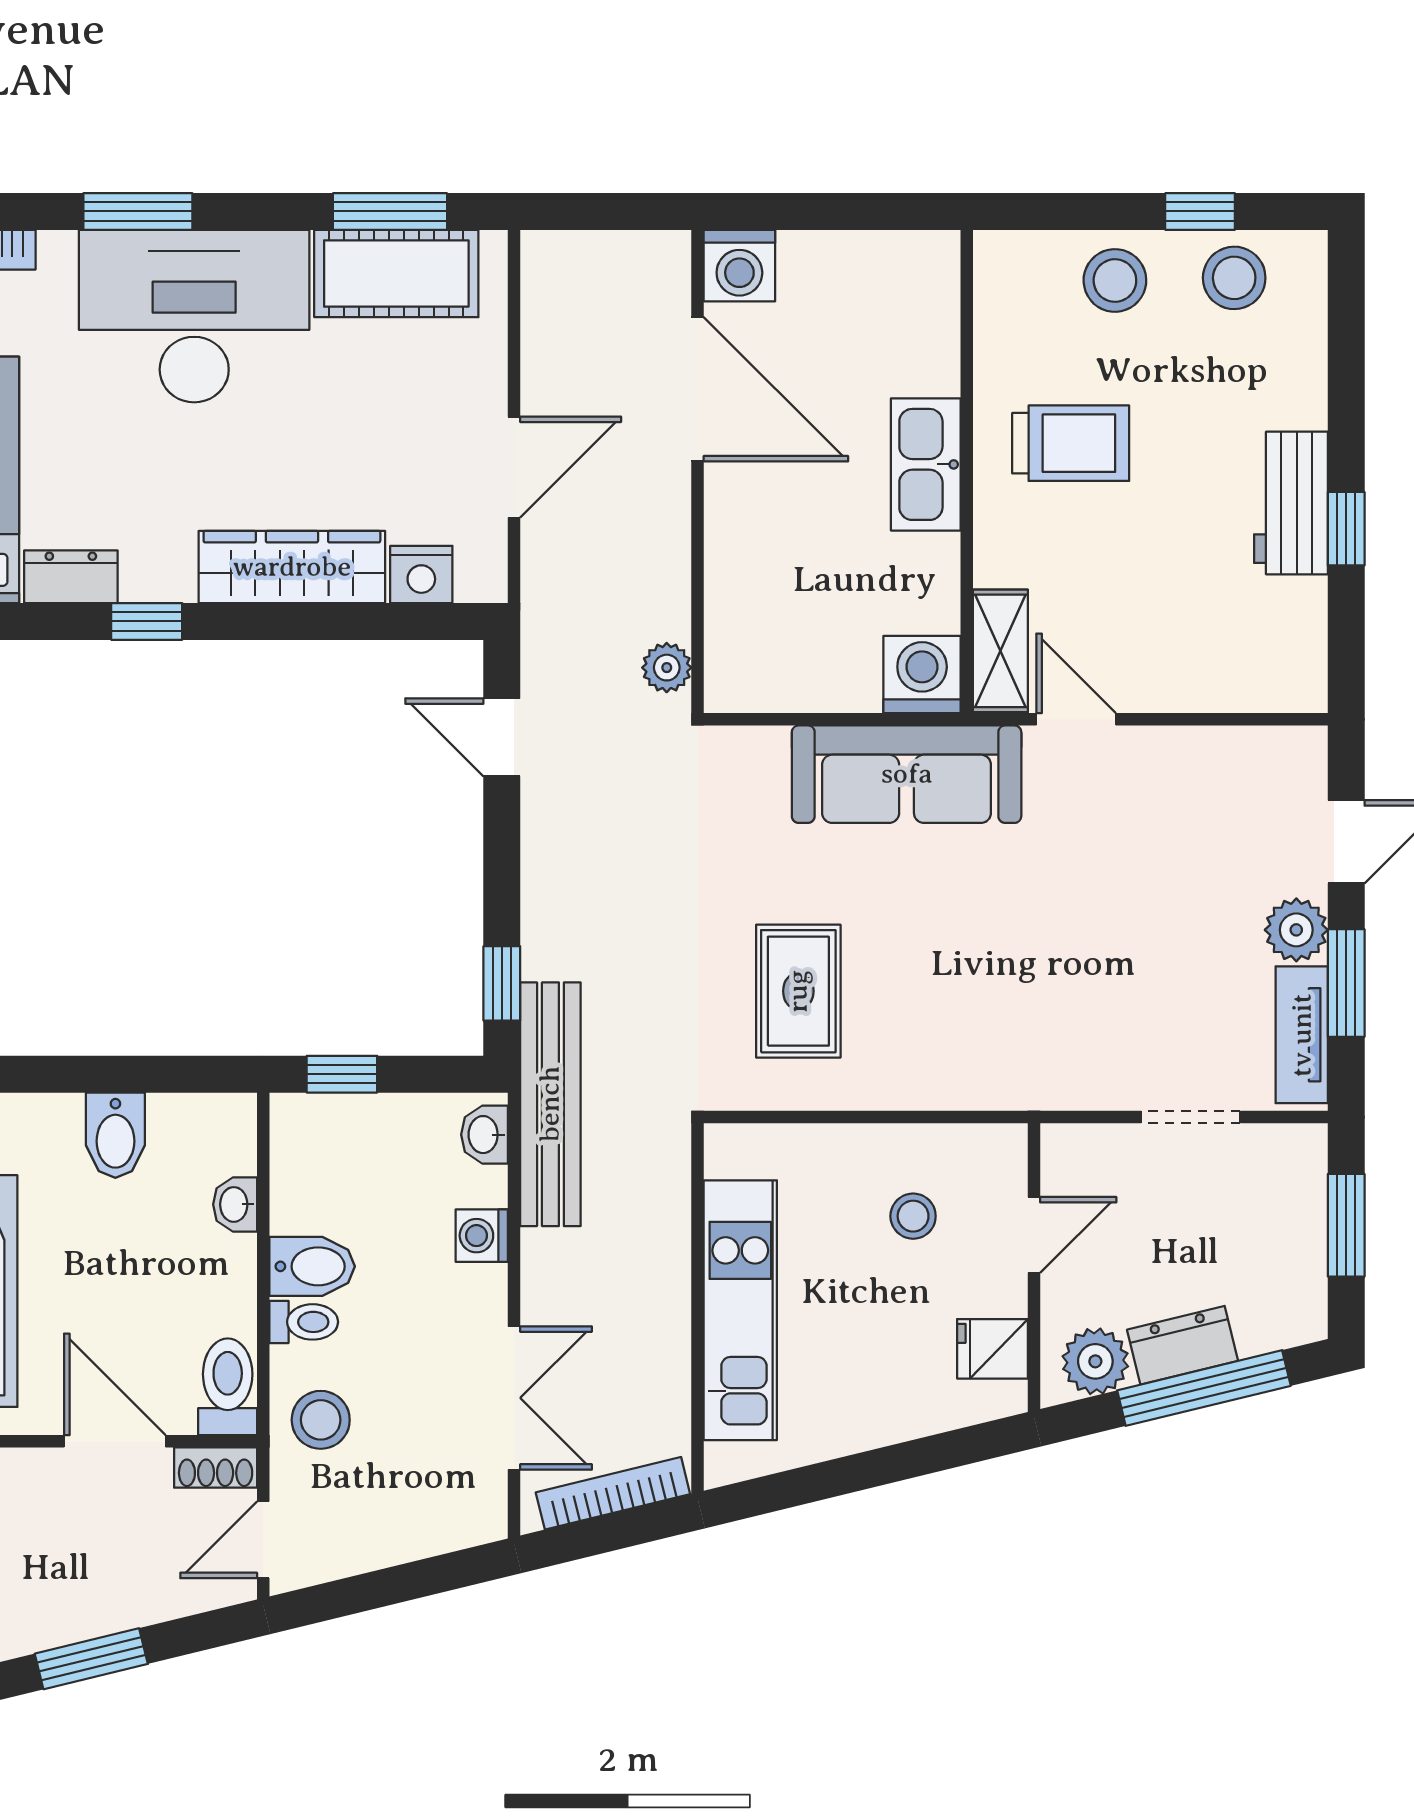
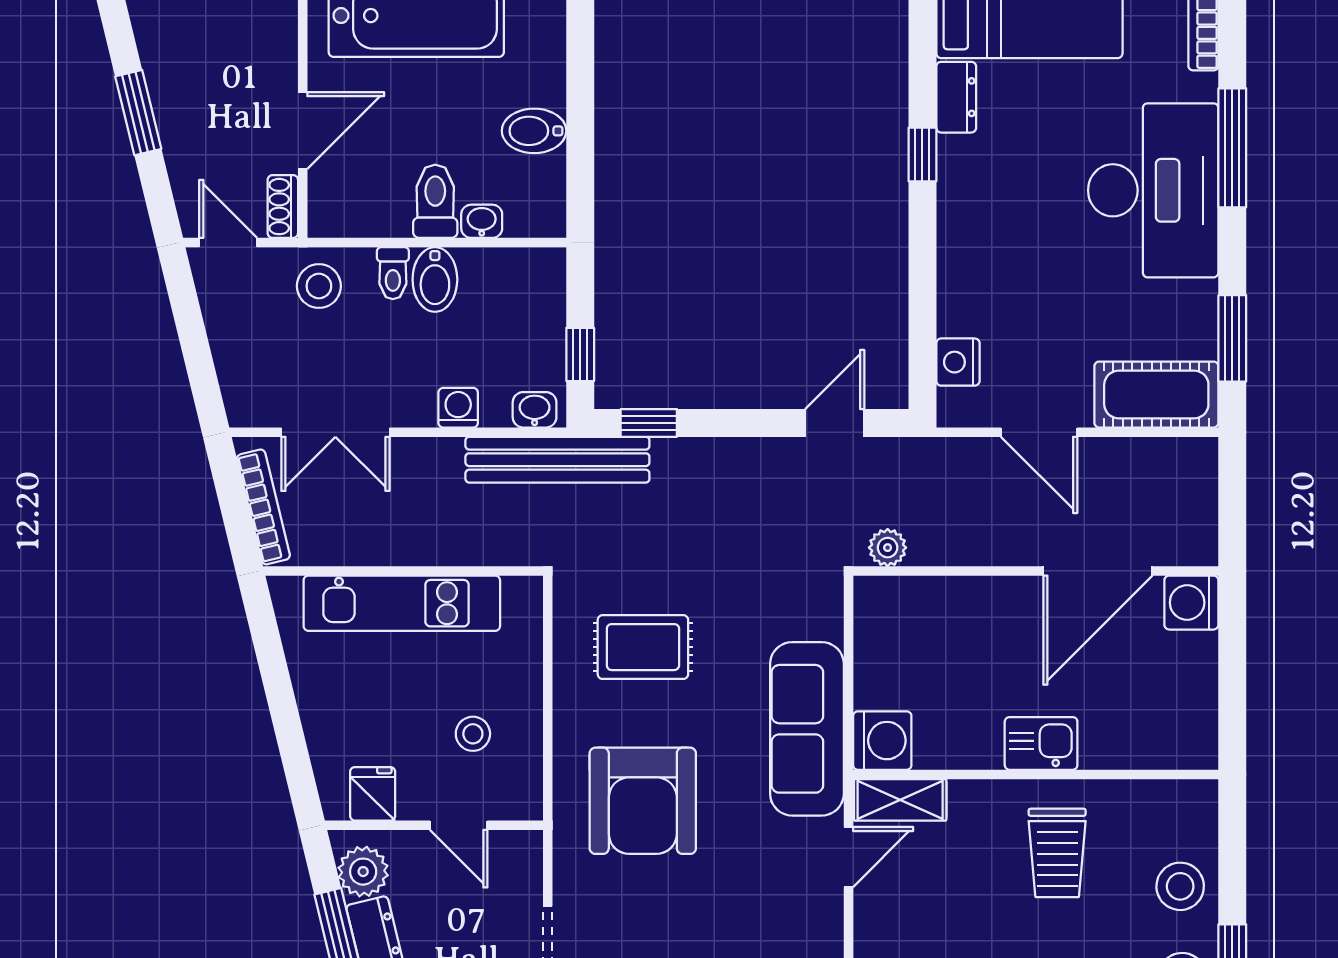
window: (138, 211) -> (1232, 148), width x1.44
cot: (396, 274) -> (1156, 395), moved, turned 90
kitchen sink: (926, 464) -> (1041, 743), width x0.73
wardrobe: (292, 567) -> (964, 264), removed
armchair: (1002, 991) -> (643, 801), added
window: (342, 1074) -> (580, 354), moved
toilet: (228, 1387) -> (435, 201), moved, turned -90

